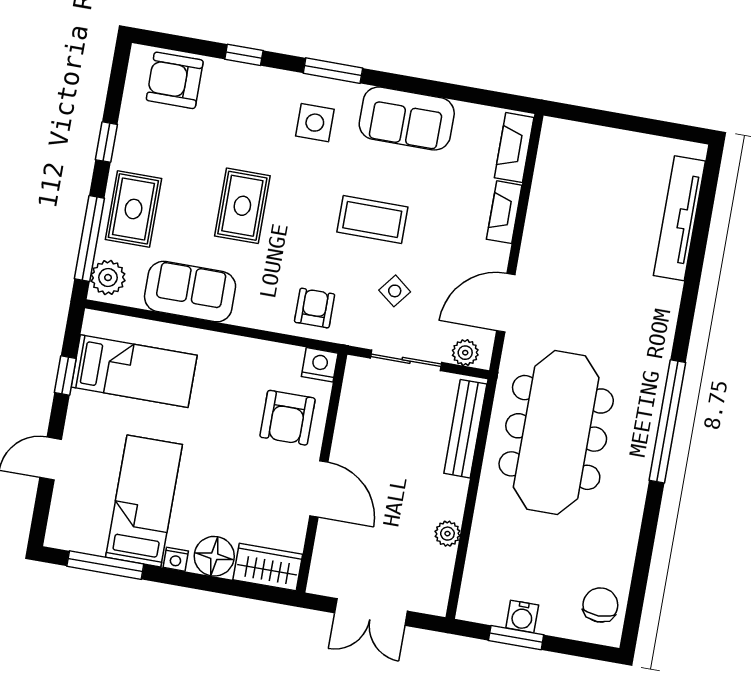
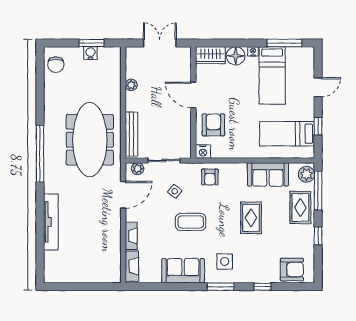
tv unit: (679, 218) -> (51, 222), moved

